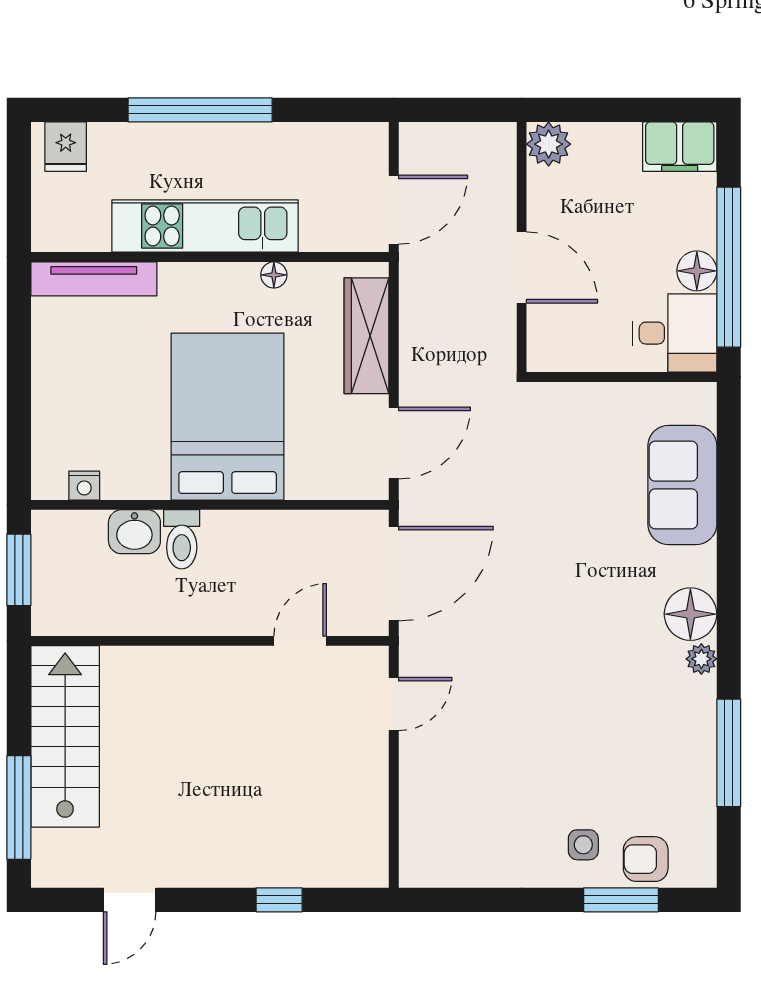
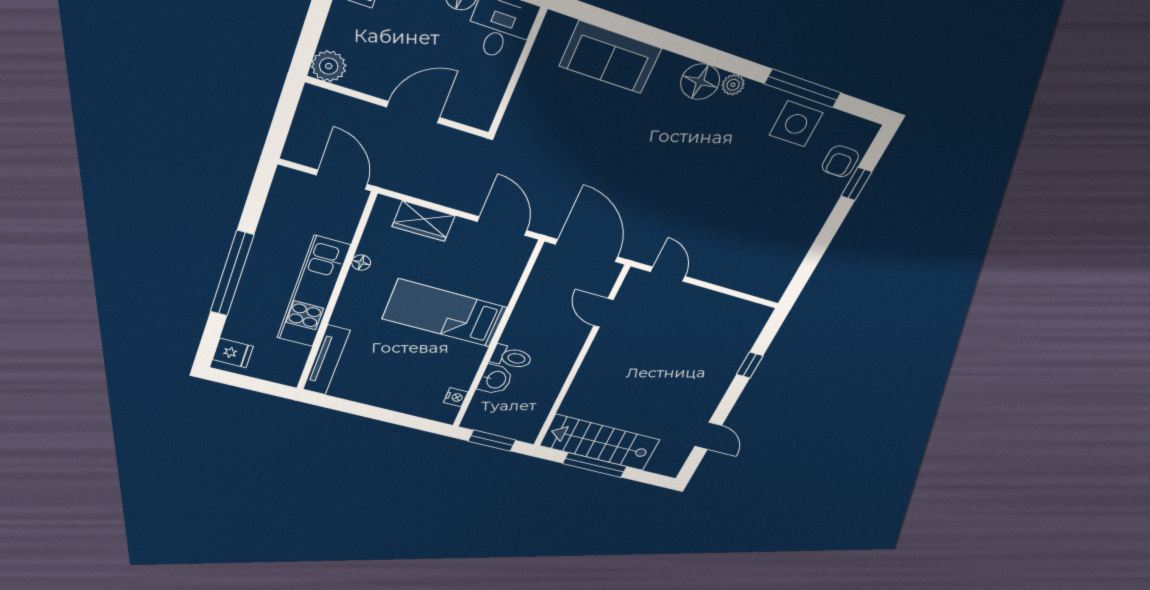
wardrobe: (367, 336) -> (424, 221), width x0.67
bed: (228, 417) -> (445, 313), width x0.67
window: (19, 807) -> (595, 465), moved
side table: (583, 845) -> (796, 124), moved, width x1.87, depth x1.87
window: (621, 900) -> (856, 184), width x0.67

